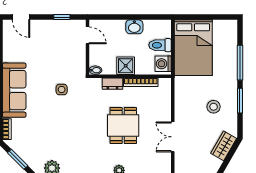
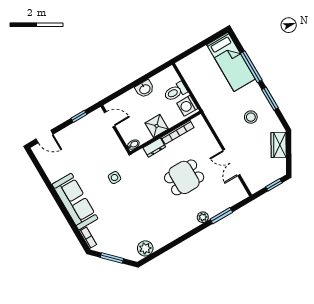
bed: (193, 48) -> (231, 62), moved, width x0.67
dining table: (123, 126) -> (184, 177), turned 90

